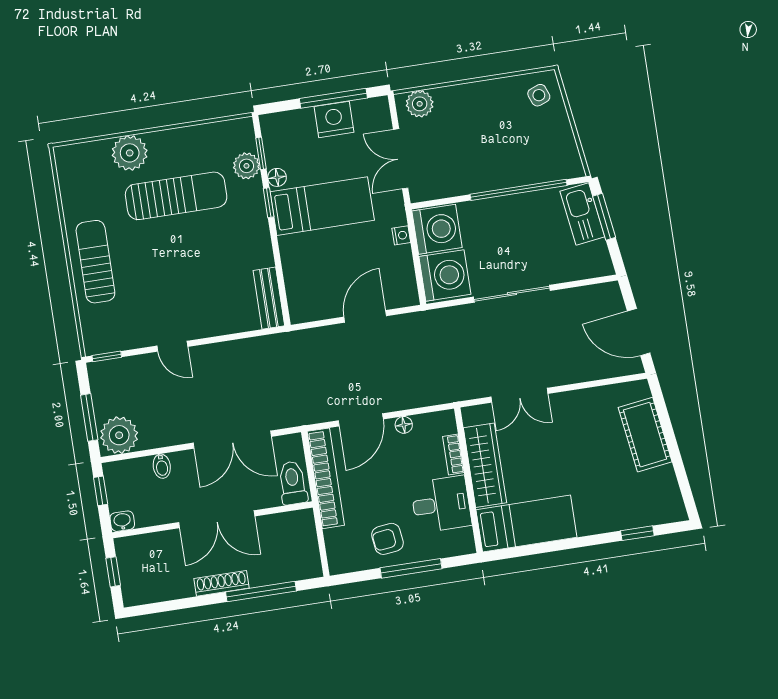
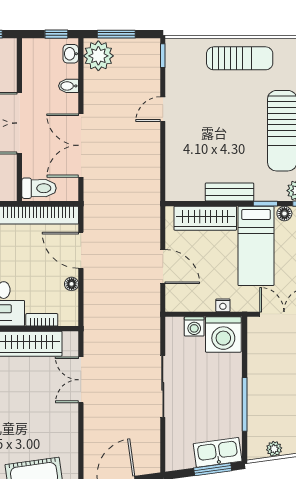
plant: (567, 145) -> (274, 449), added
window: (519, 190) -> (245, 404), width x0.68
wardrobe: (298, 274) -> (205, 218), added
washing machine: (445, 275) -> (194, 326), width x0.53, depth x0.53
bench: (269, 298) -> (230, 192), moved
washbasin: (122, 521) -> (71, 54), moved, turned 180

